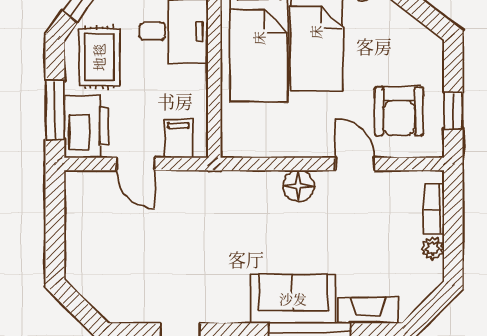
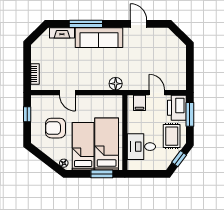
armchair: (399, 111) -> (55, 128), moved, turned -90
floor lamp: (298, 186) -> (116, 84), moved
plant: (433, 248) -> (36, 58), removed
sofa: (293, 299) -> (99, 38), width x1.36

